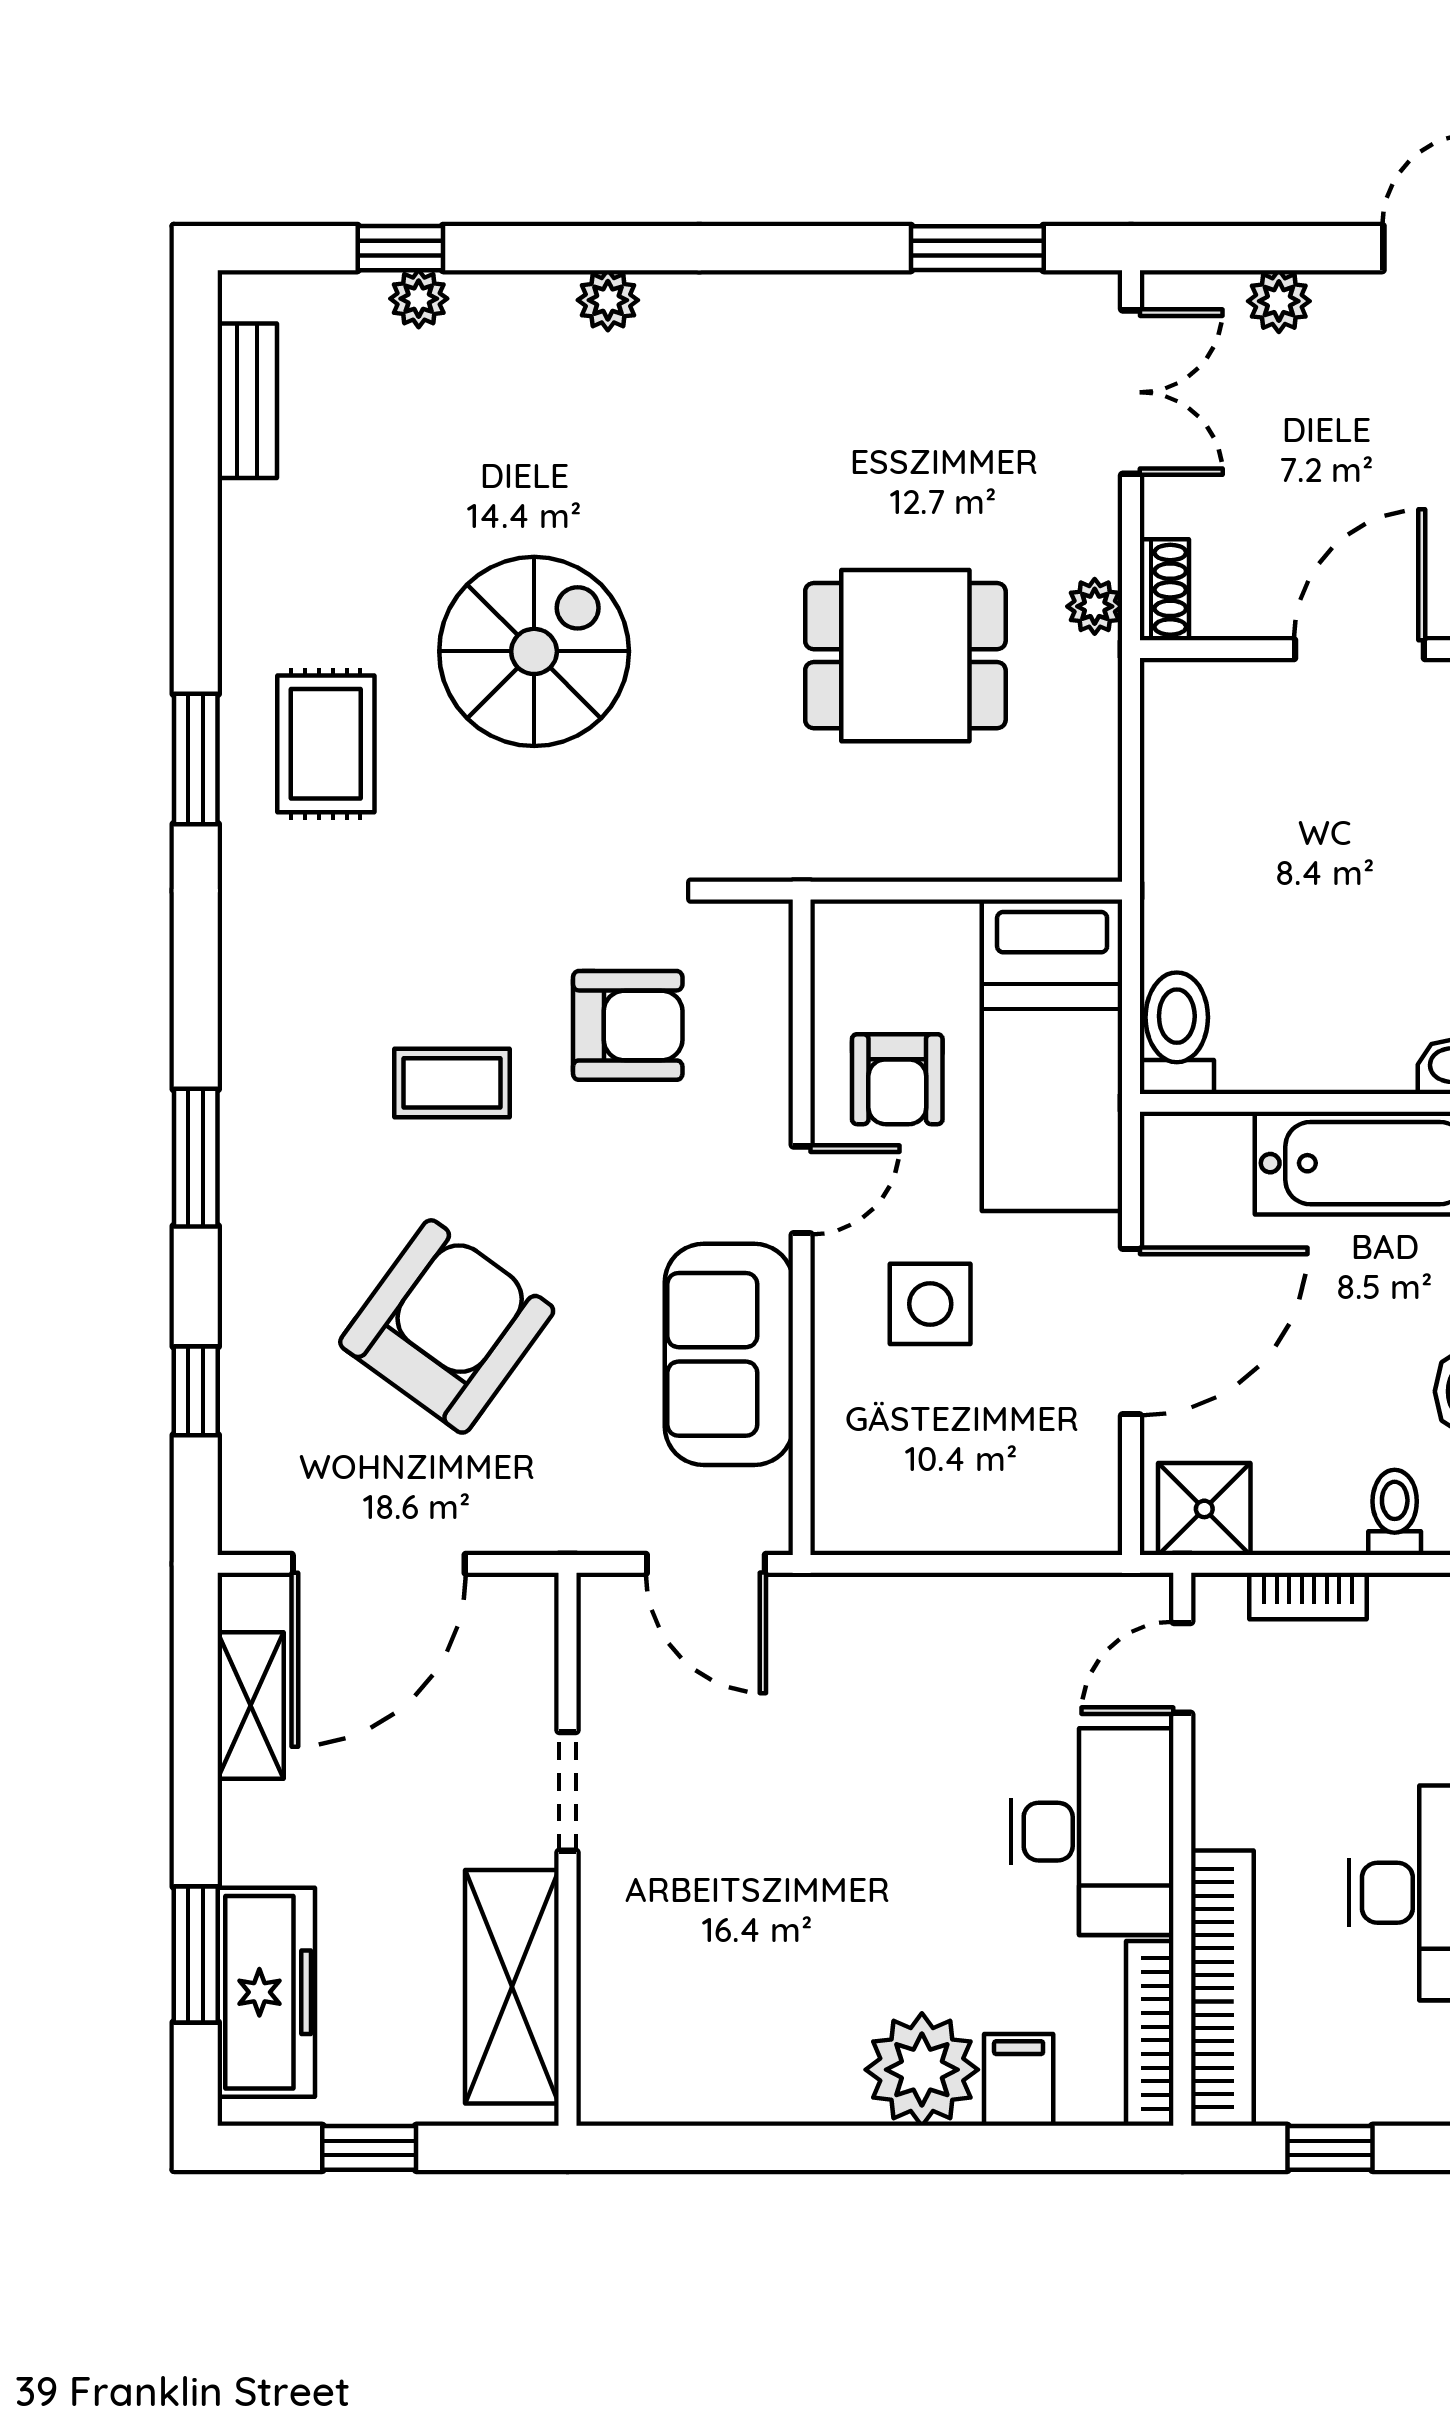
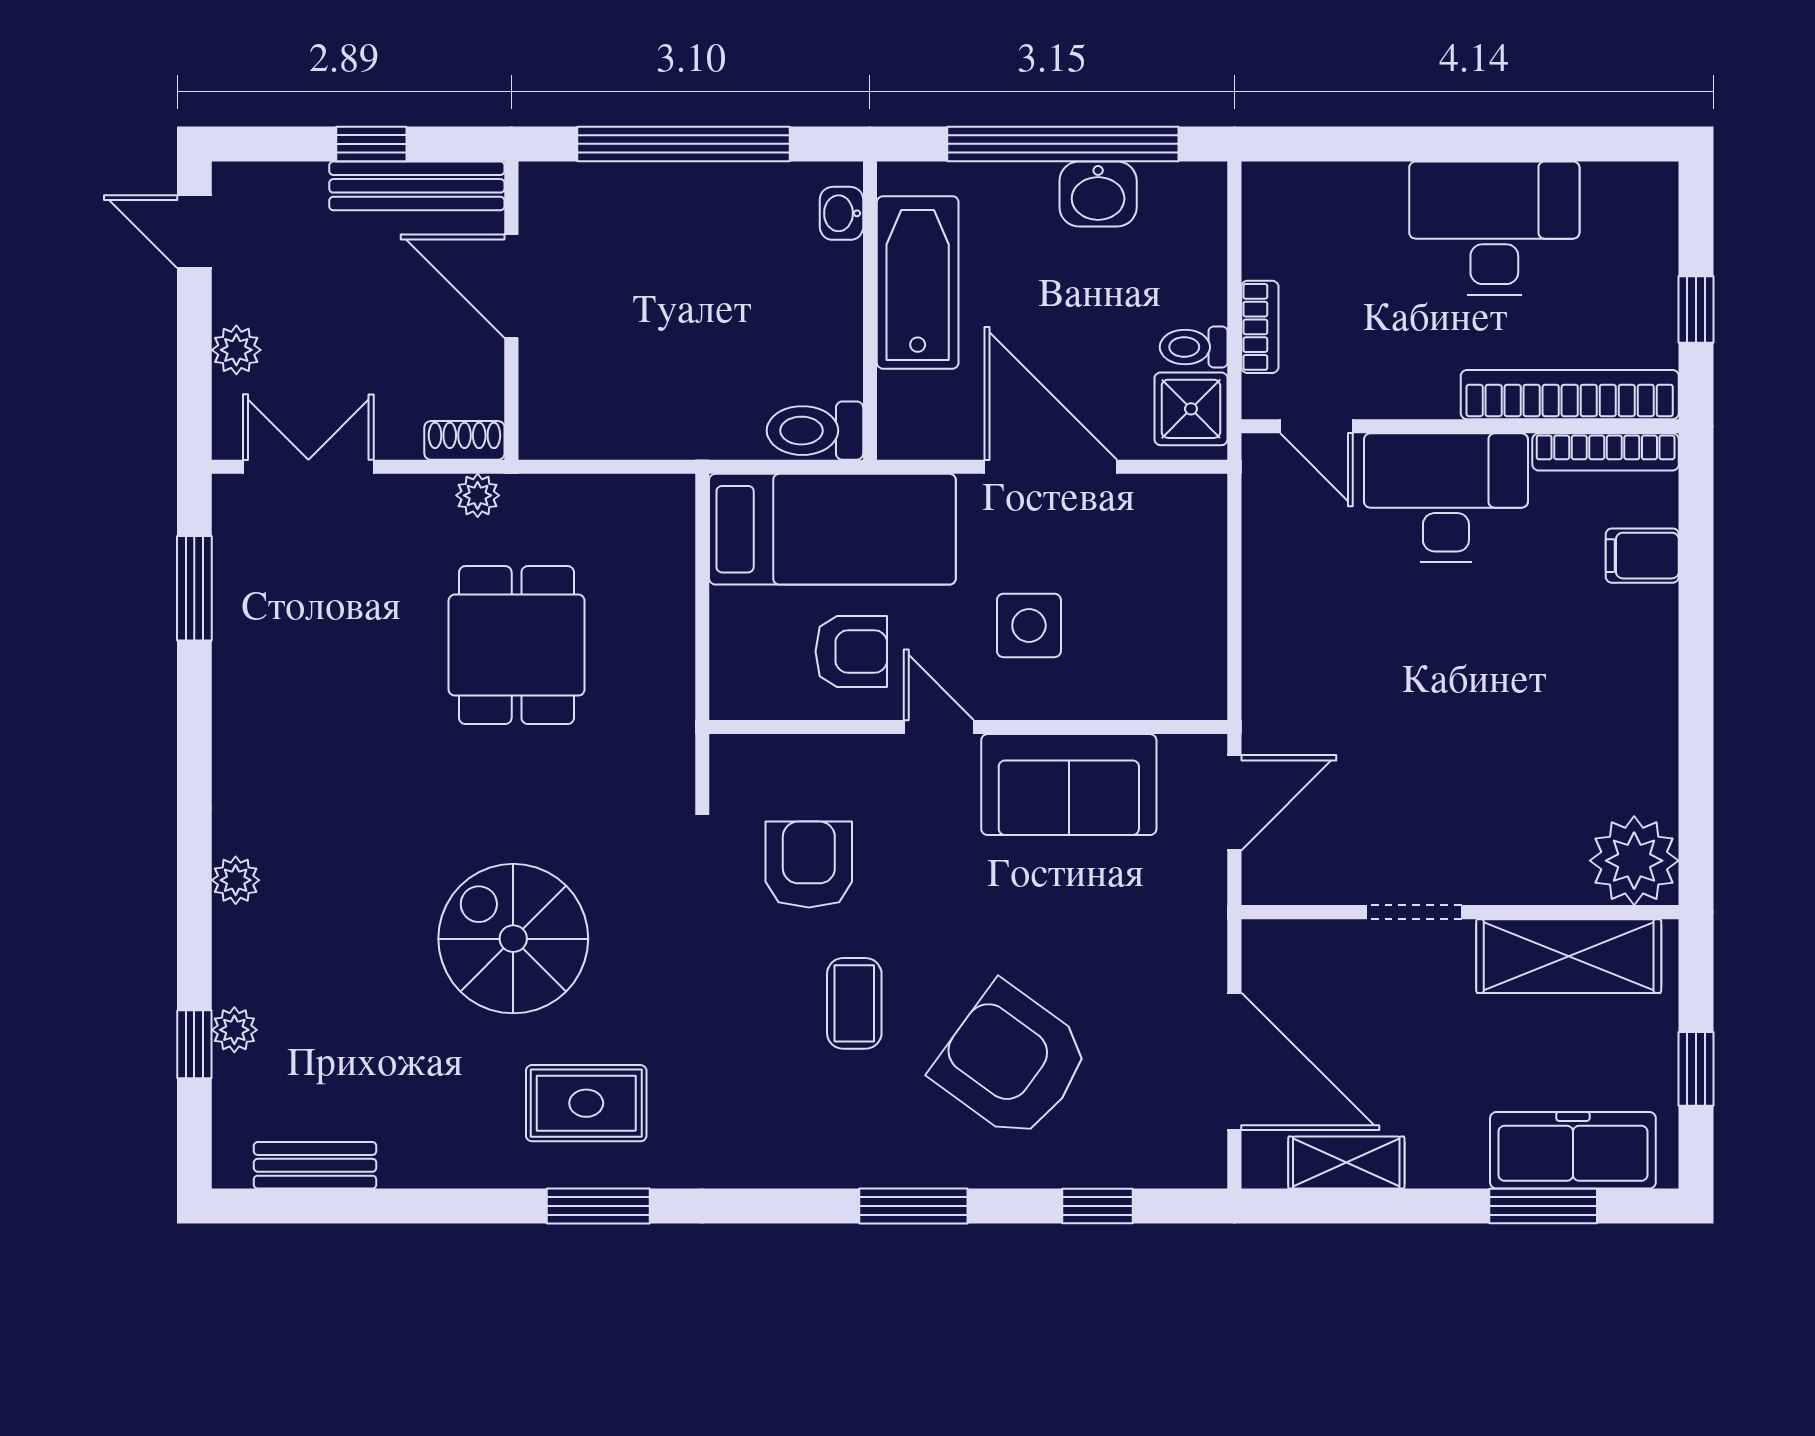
armchair: (447, 1326) -> (1012, 1062), moved
toilet: (1395, 1512) -> (1194, 347), moved
plant: (922, 2070) -> (1634, 861), moved

